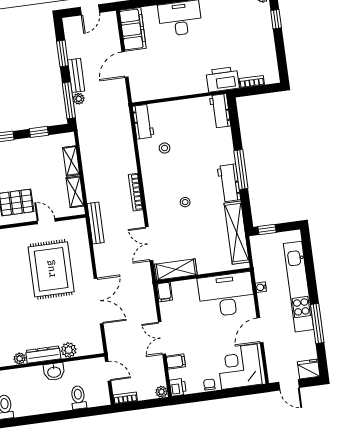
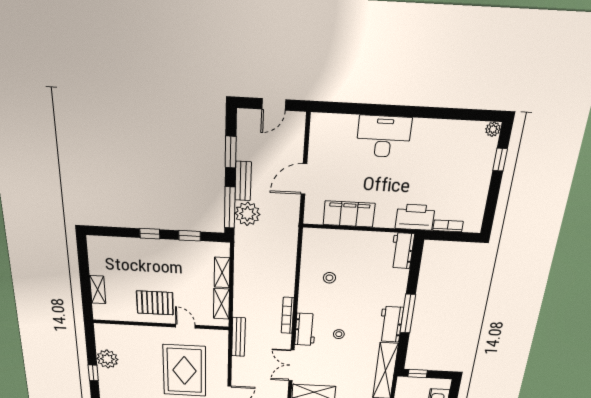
filing cabinet: (133, 29) -> (349, 214), moved, turned -90
plant: (79, 99) -> (247, 214), width x1.88, depth x1.88
workbench: (143, 122) -> (305, 329), moved

